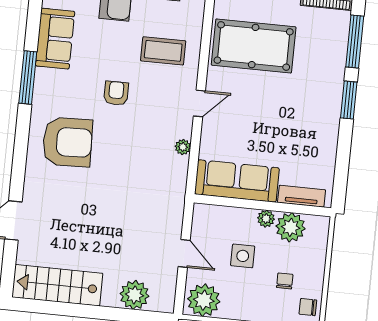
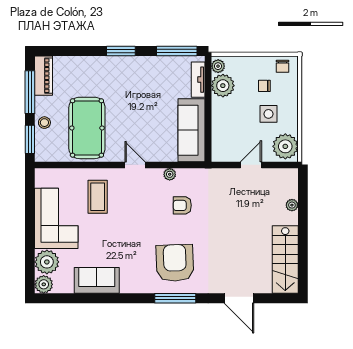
window: (355, 41) -> (177, 51), moved
window: (28, 78) -> (175, 298), moved
armchair: (116, 93) -> (182, 205), moved
plant: (266, 219) -> (218, 66), moved
side table: (243, 256) -> (268, 114), moved
plant: (134, 295) -> (292, 205), width x0.53, depth x0.53

